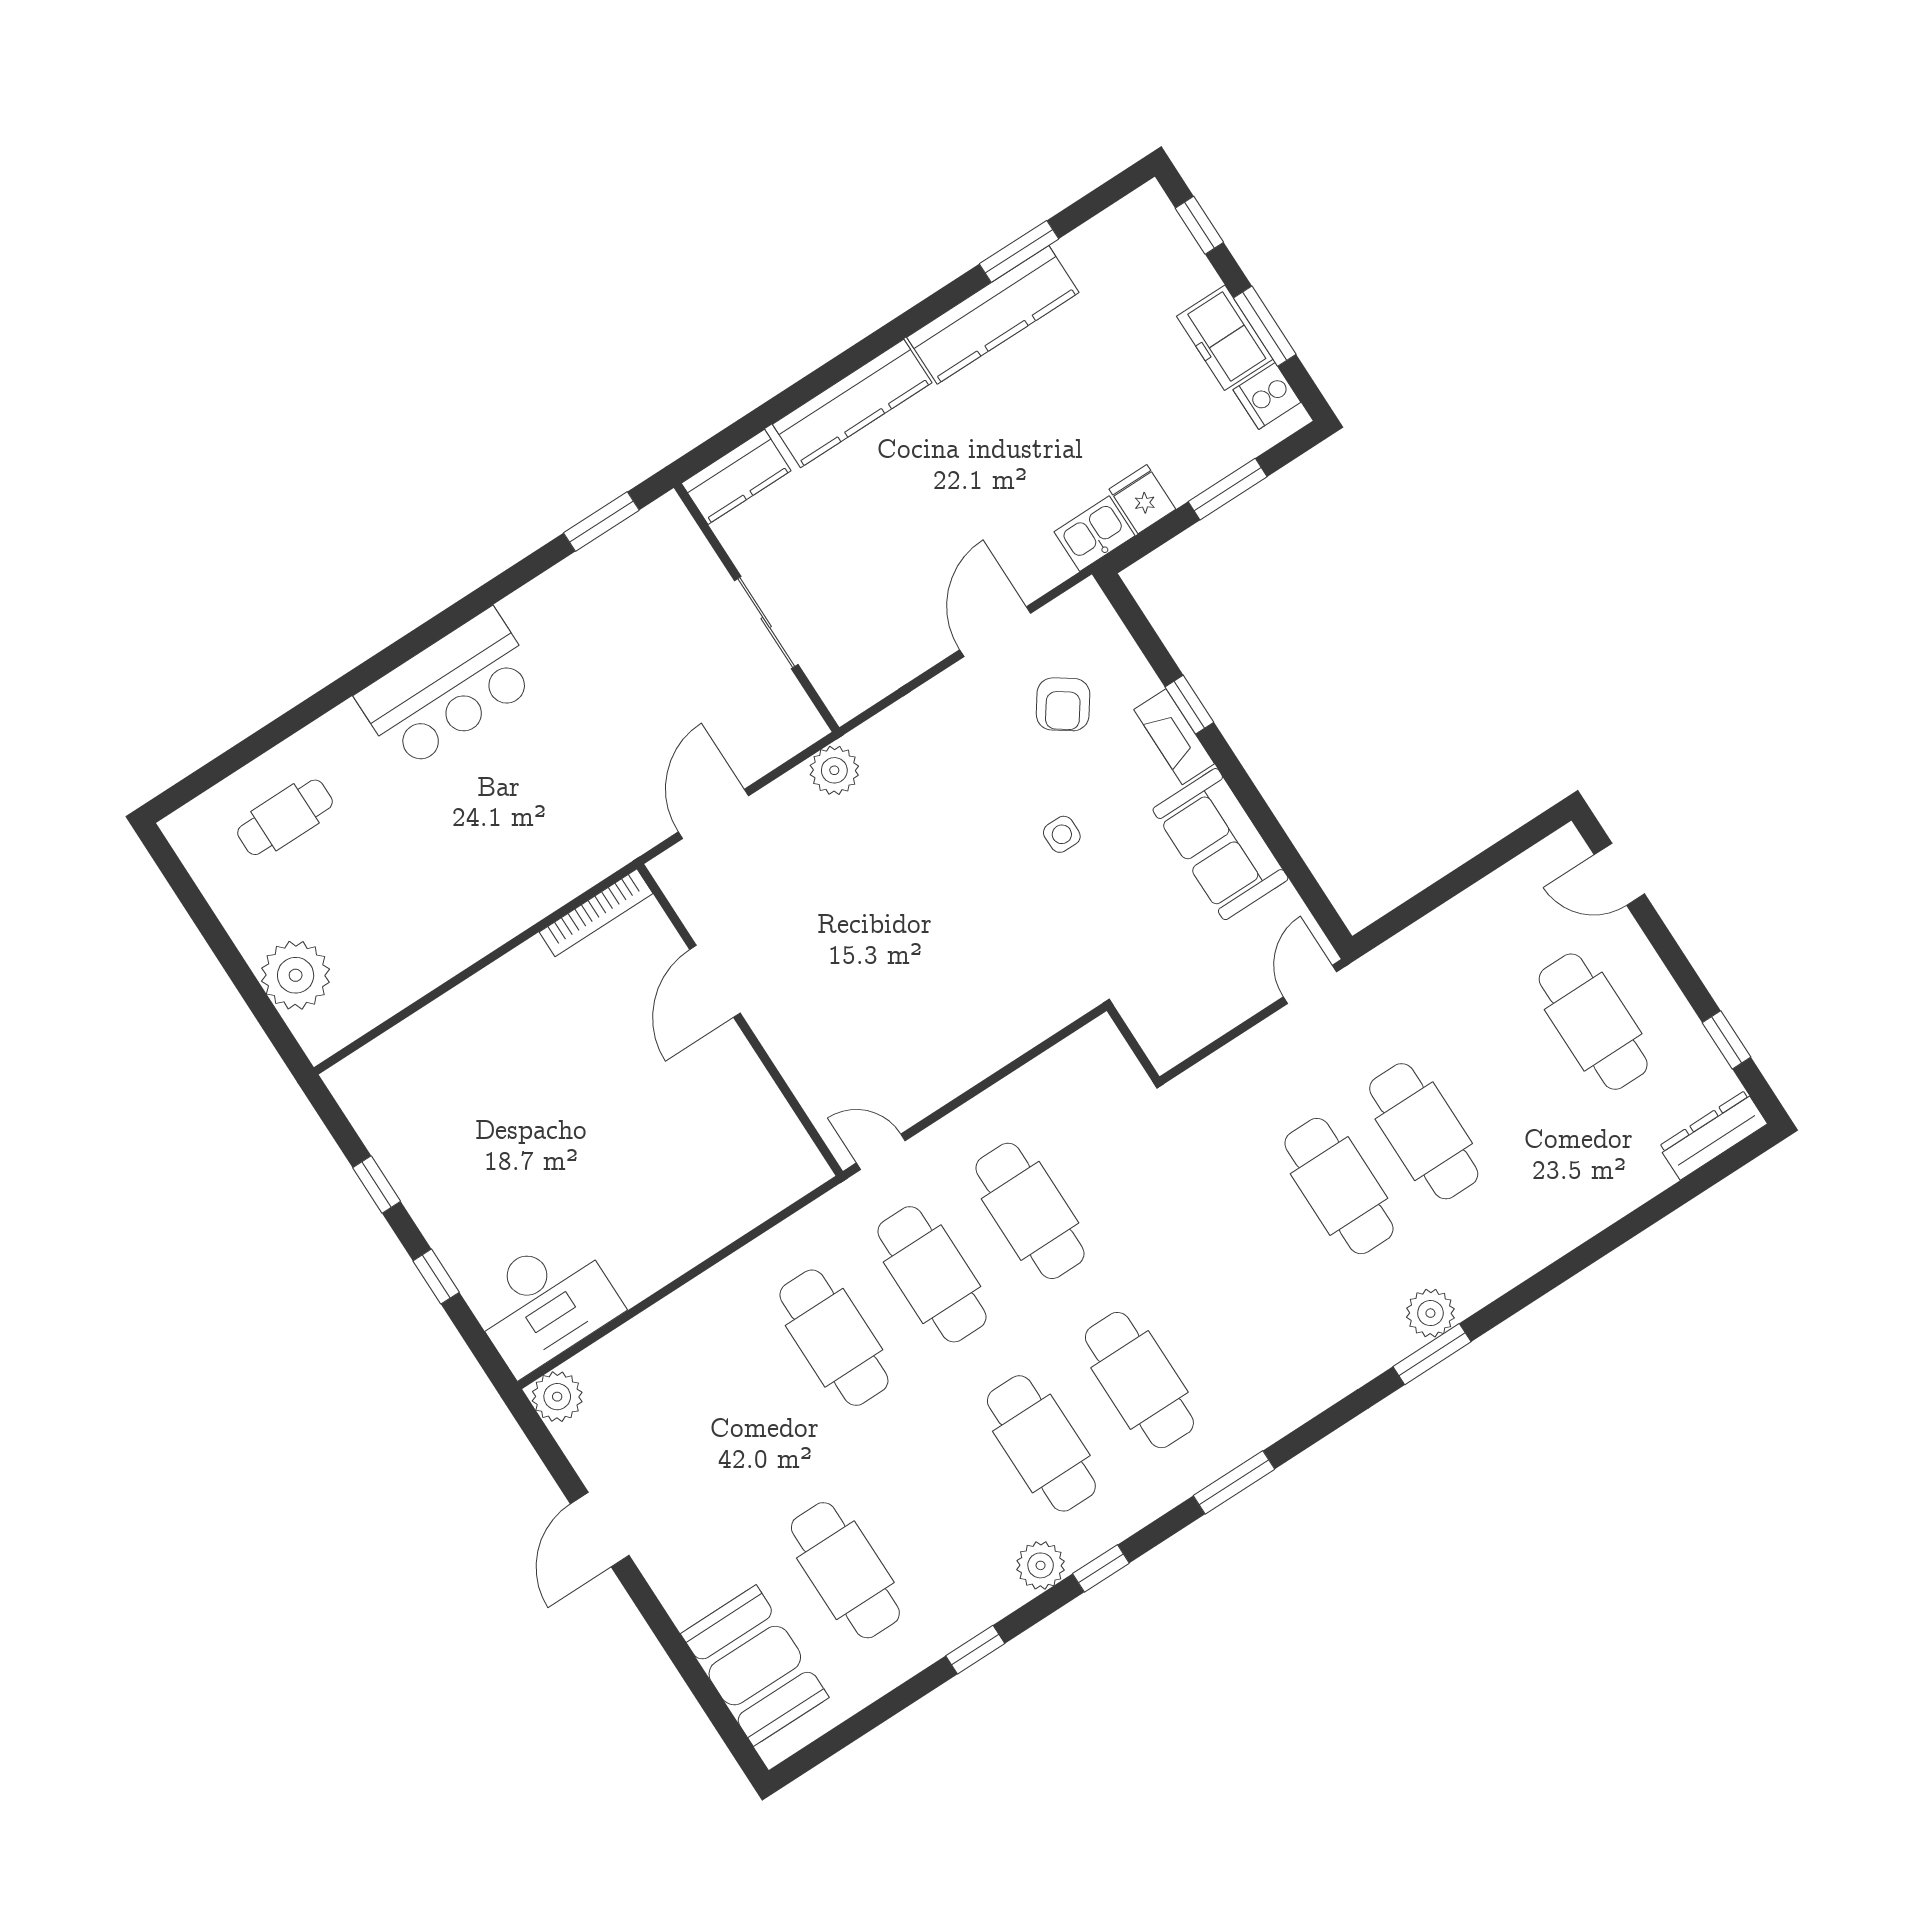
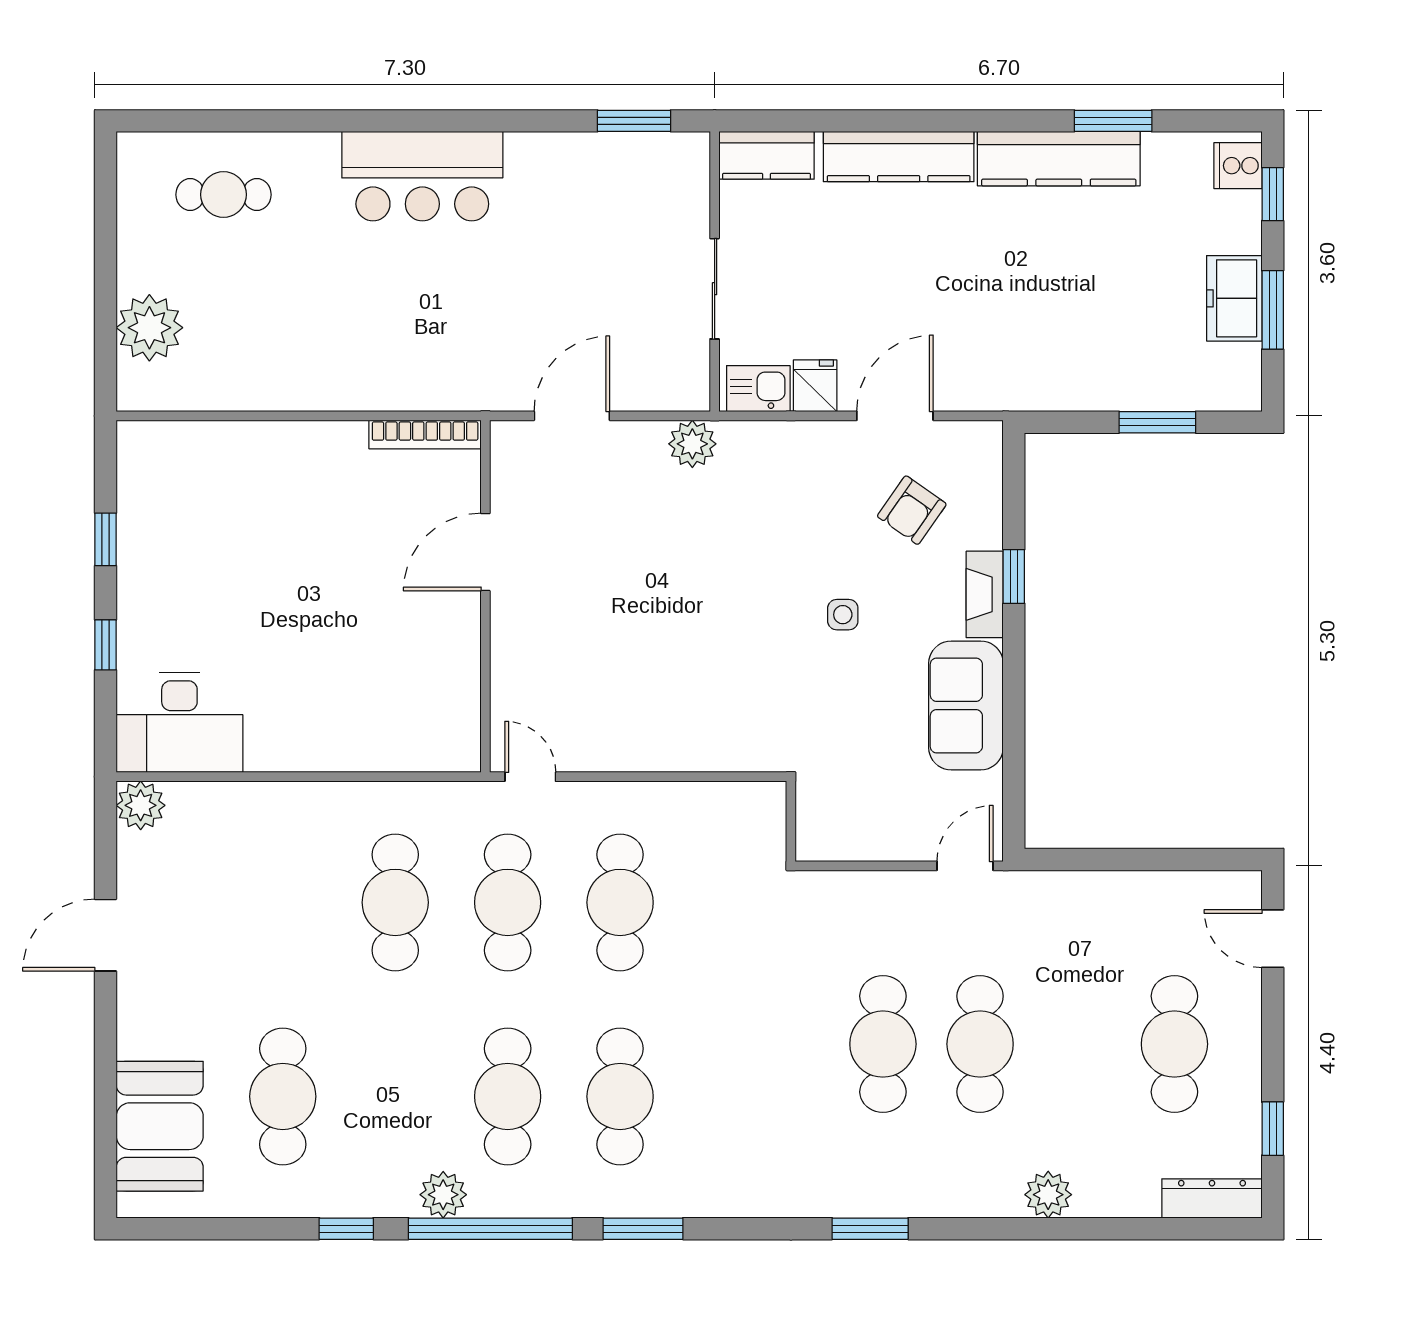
cooker: (1267, 396) -> (1238, 166), moved
fridge: (1142, 499) -> (815, 386), moved
kitchen sink: (1094, 534) -> (758, 389), moved
plant: (1430, 1313) -> (1048, 1195), moved
window: (1101, 1568) -> (490, 1229), width x3.17

